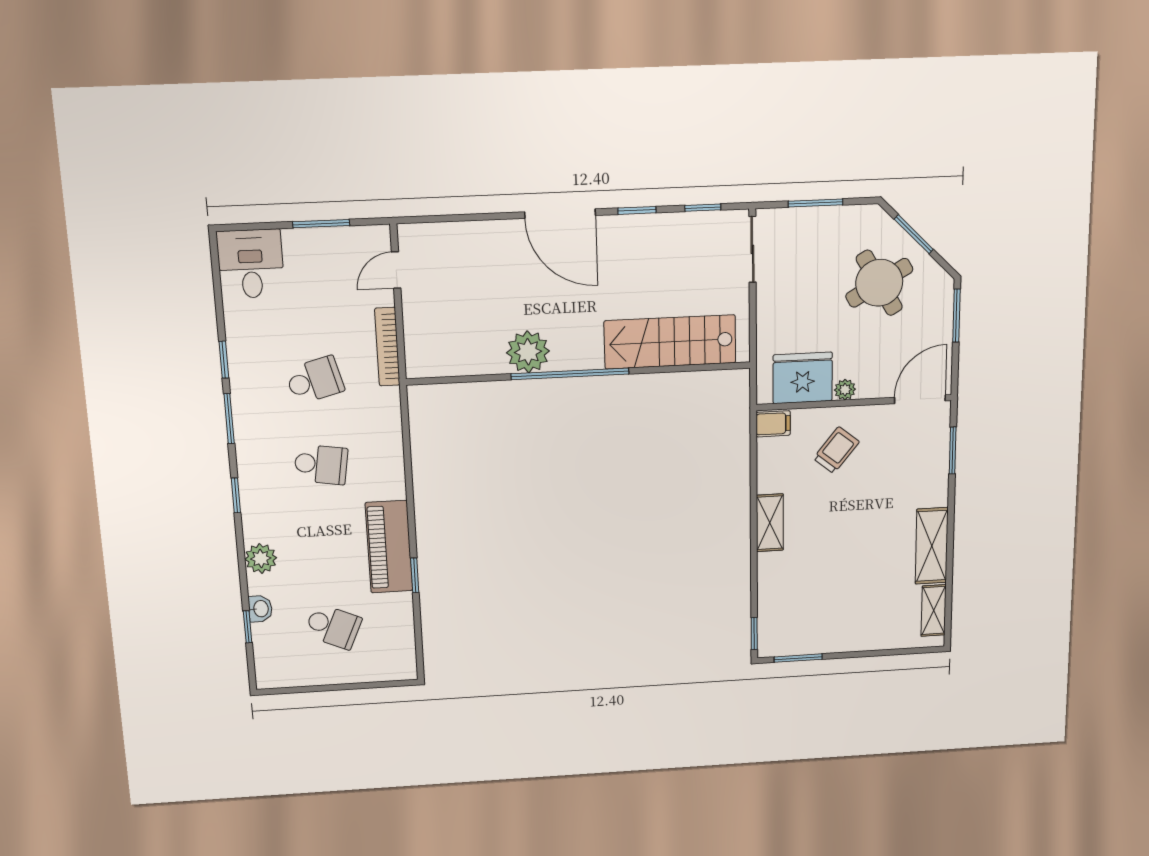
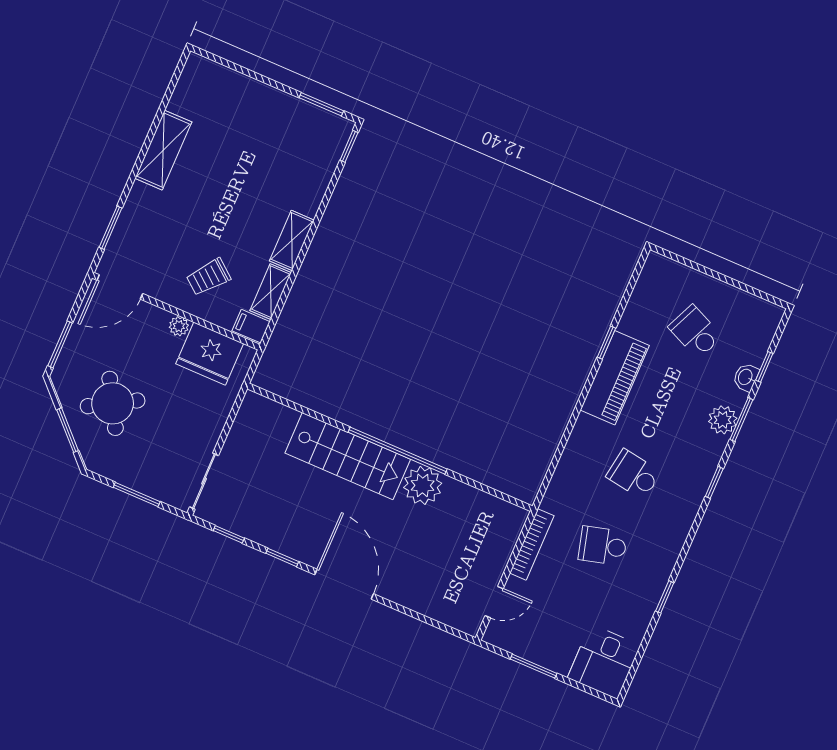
stairs: (670, 342) -> (348, 456), moved
window: (229, 419) -> (741, 420), moved
shelving: (934, 610) -> (271, 292), moved

